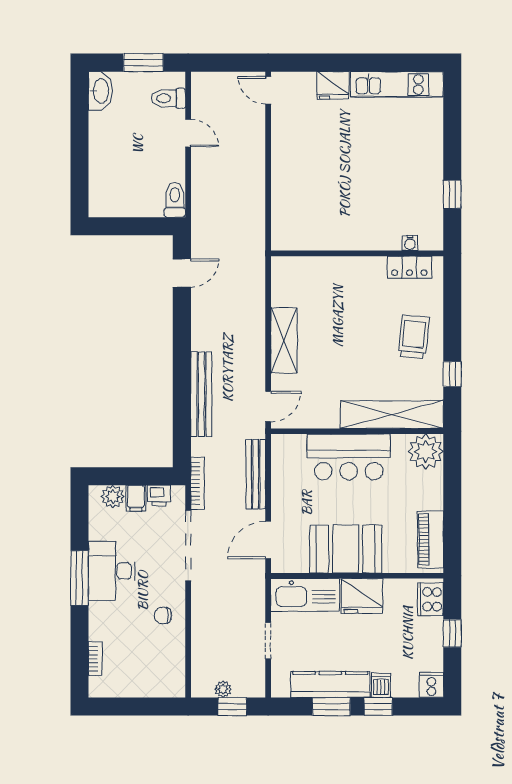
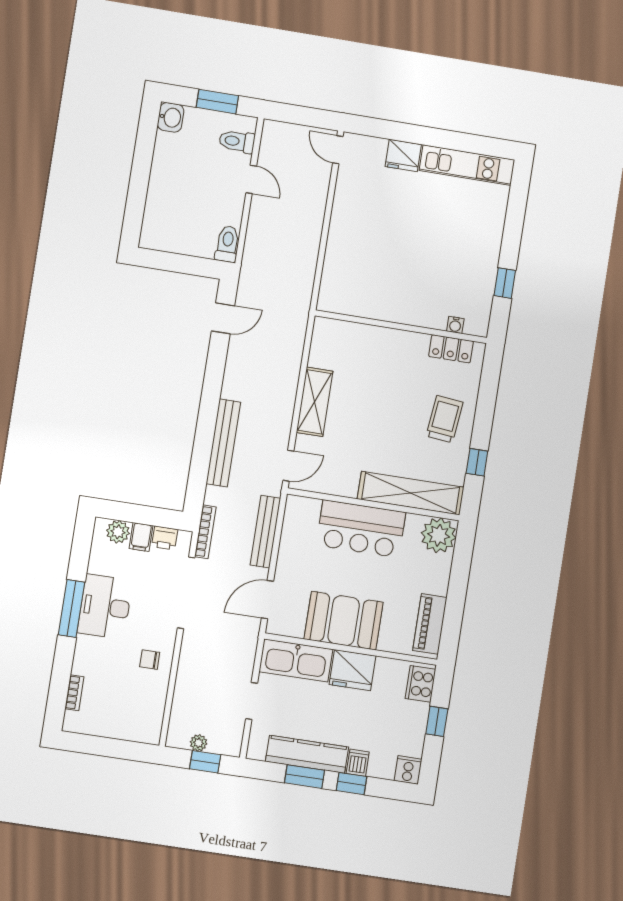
washbasin: (100, 91) -> (171, 117), width x0.72

